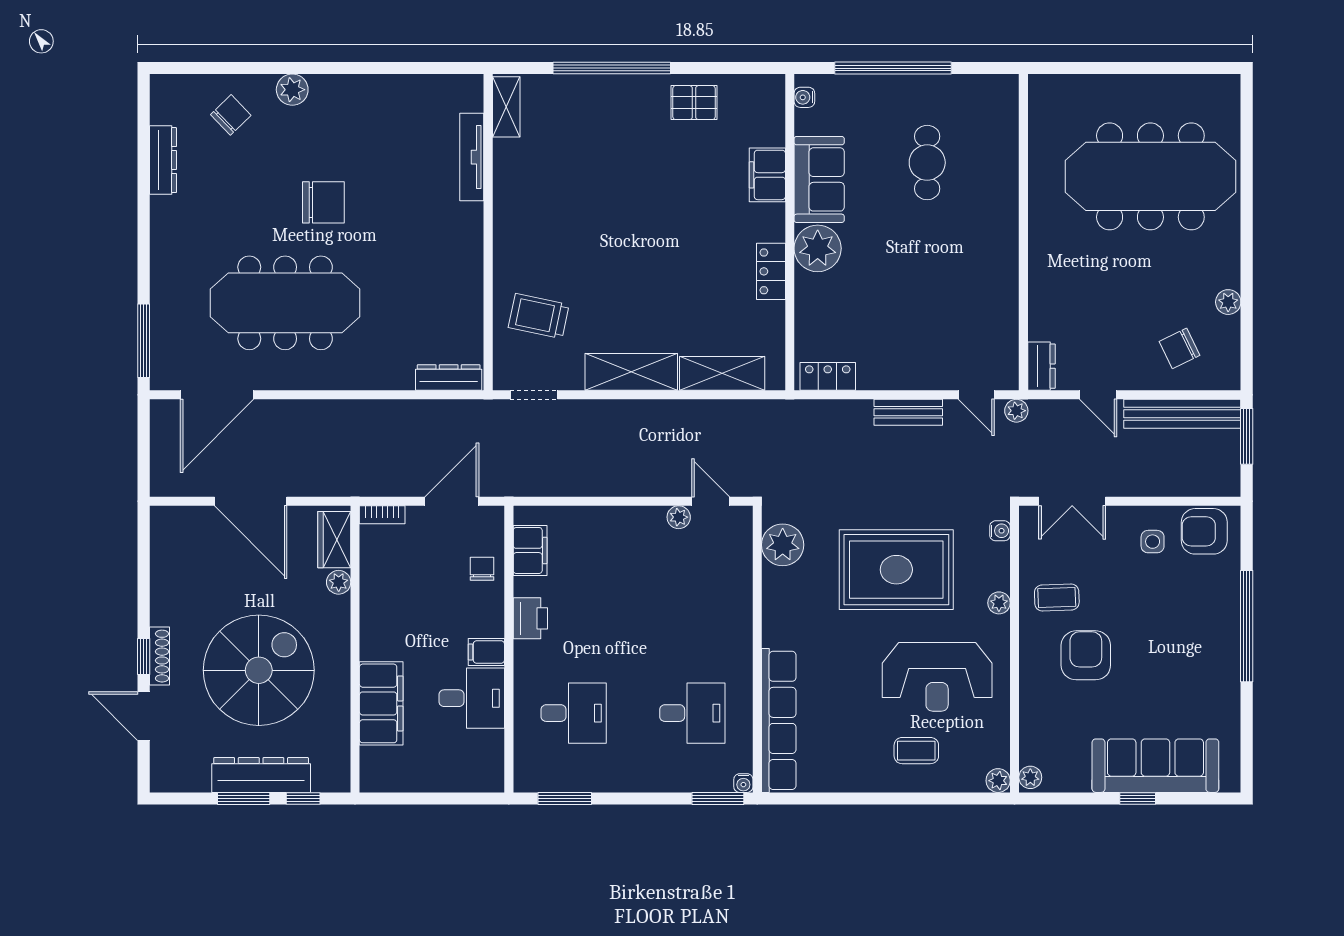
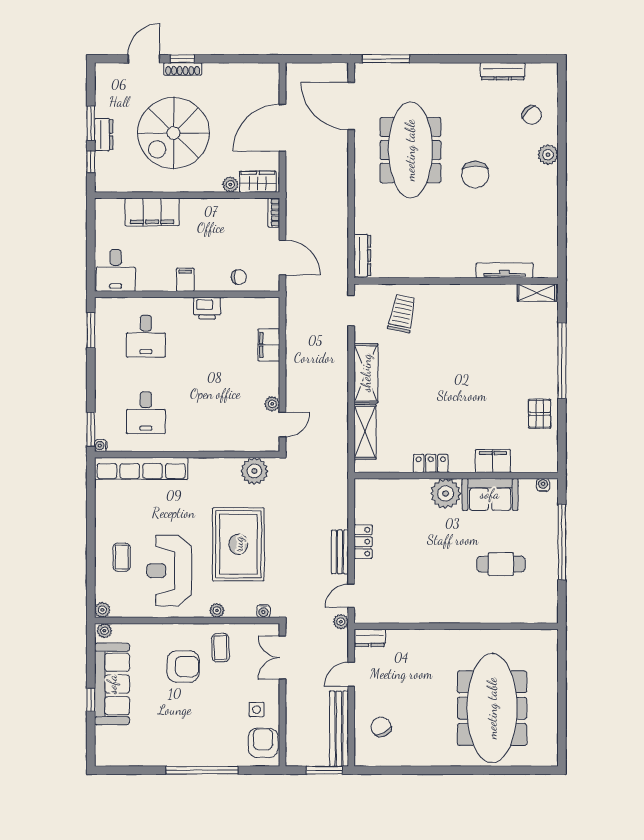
plant: (1228, 302) -> (411, 758), removed
locker: (828, 376) -> (363, 542), moved
filing cabinet: (530, 550) -> (269, 345), moved, turned 90
spiral stairs: (259, 670) -> (174, 133), turned 90
desk: (472, 698) -> (116, 270), moved
sofa: (1155, 766) -> (112, 684), moved
dresser: (261, 775) -> (104, 135), width x0.51, depth x0.80

